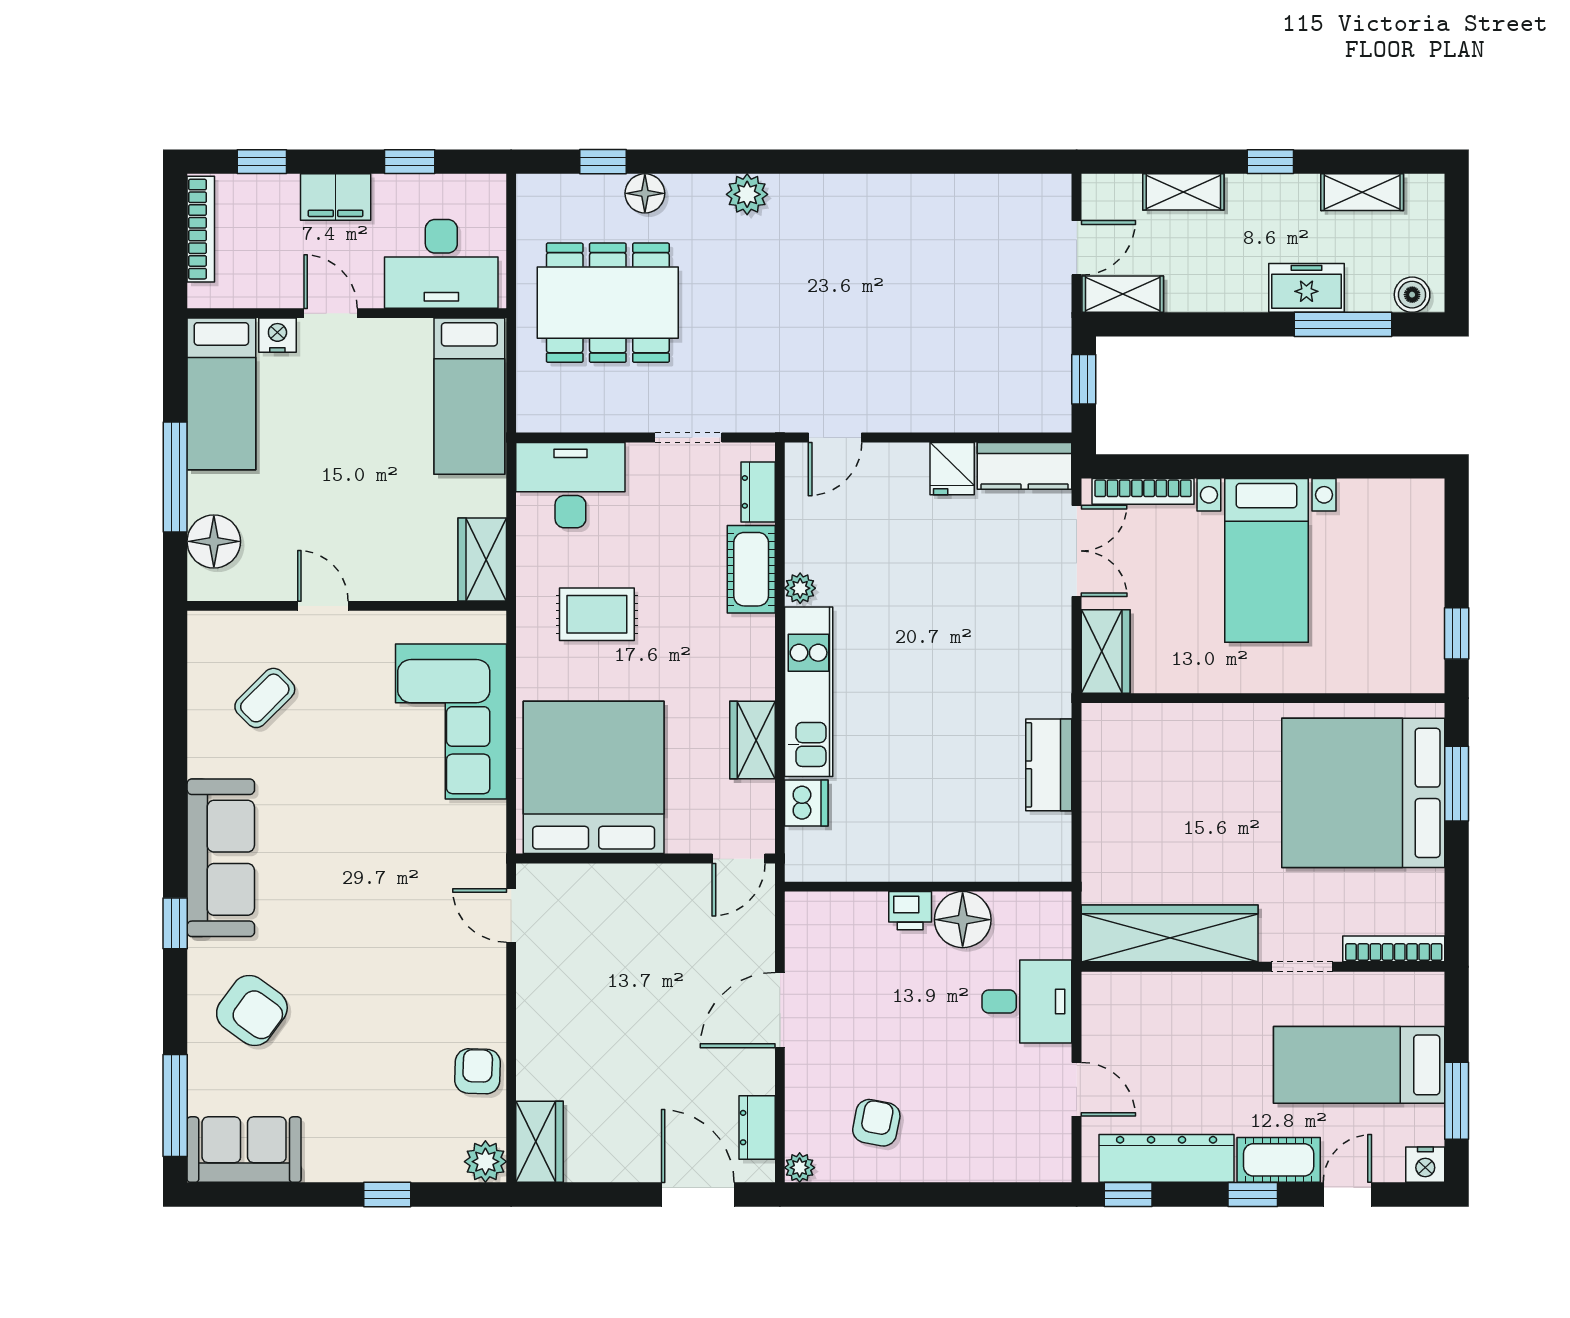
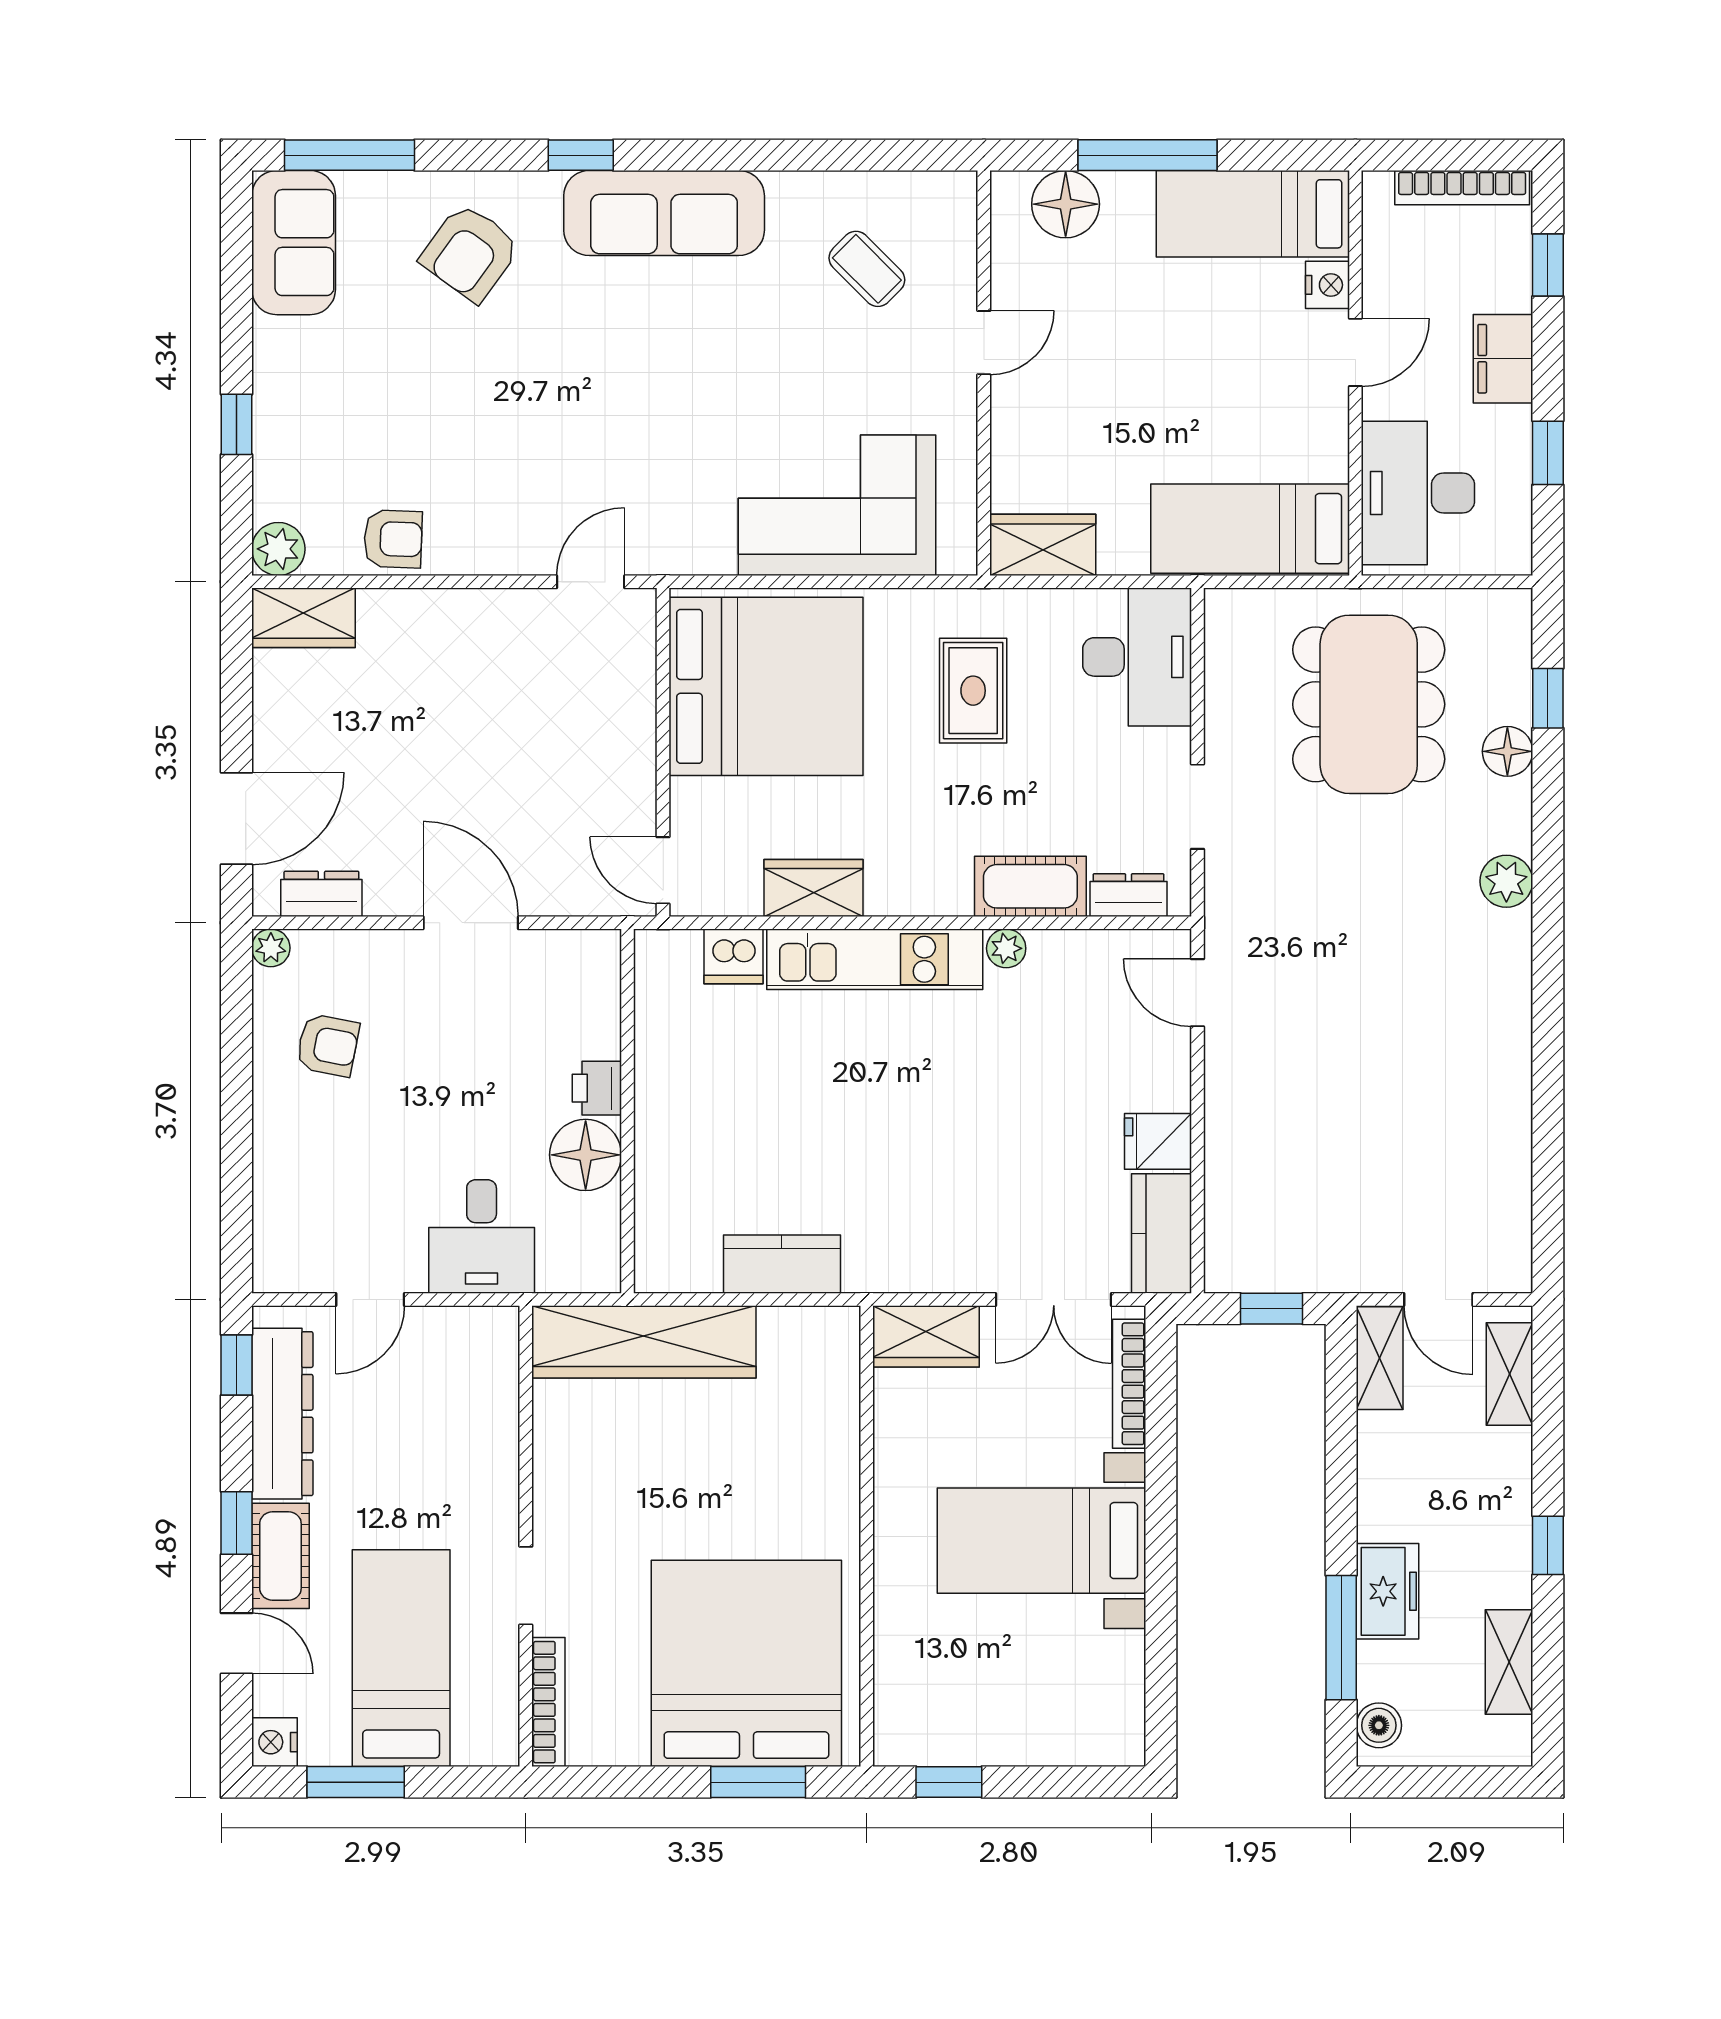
shelving: (1183, 192) -> (1509, 1374), moved
wardrobe: (1170, 933) -> (644, 1342), moved, turned 90

